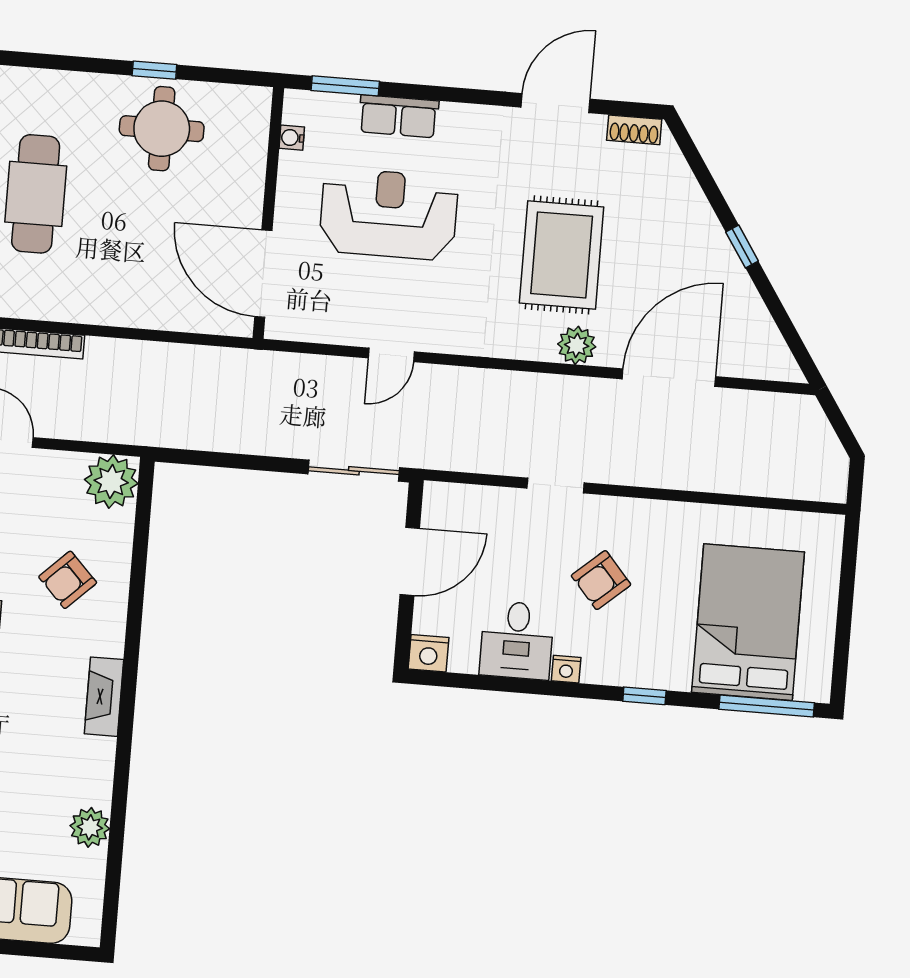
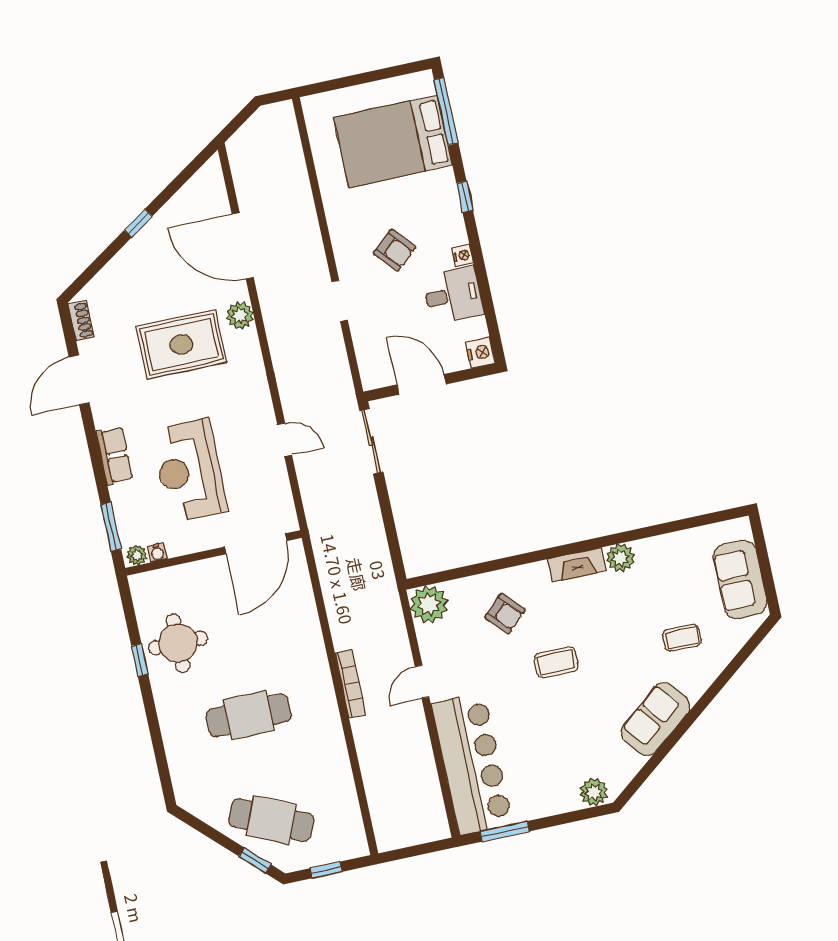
door: (556, 103) -> (79, 380), hinge flipped
plant: (296, 109) -> (137, 555), added
row of seats: (399, 116) -> (114, 455), moved
plant: (90, 827) -> (620, 558), moved

